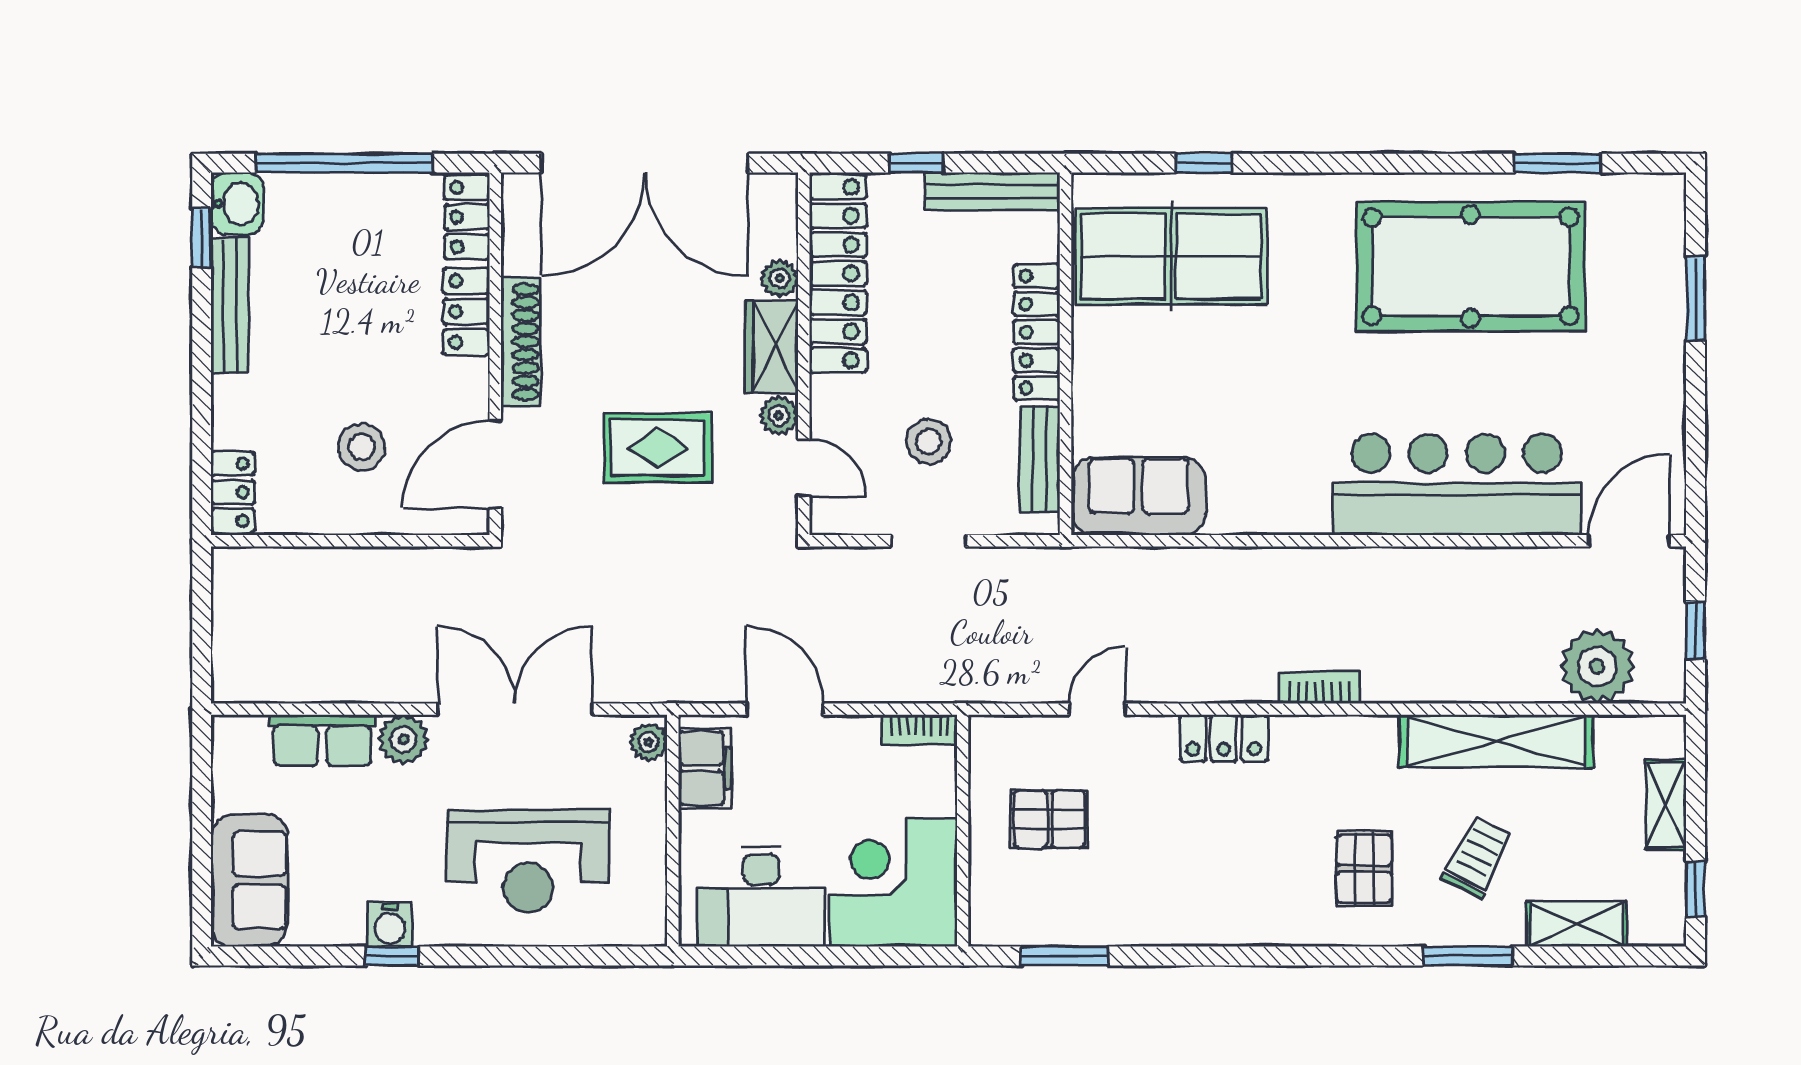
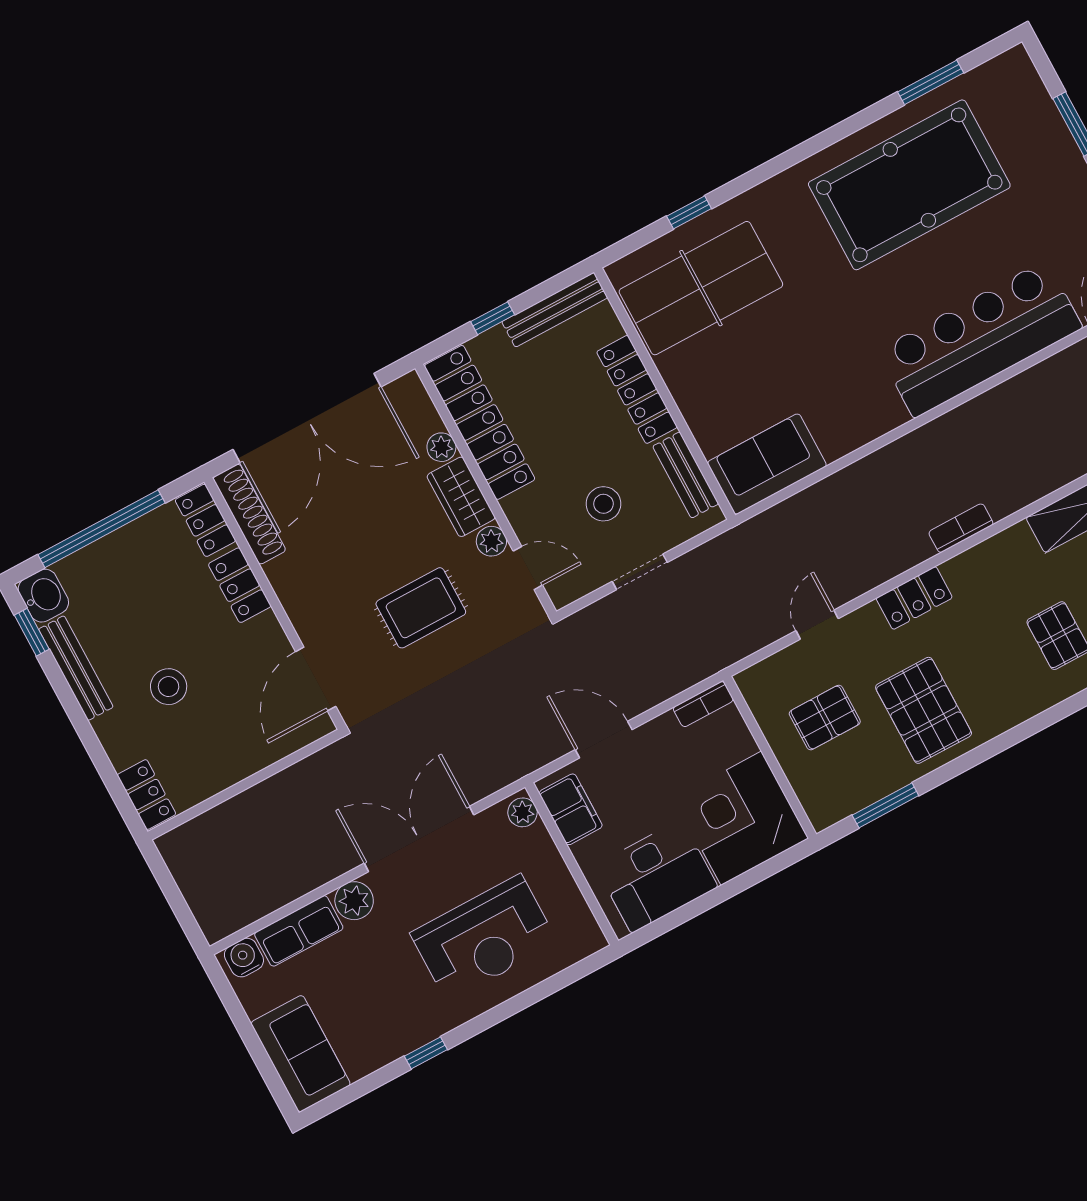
shoe rack: (521, 342) -> (249, 514), moved
stool: (362, 447) -> (169, 687), moved
pallet: (1166, 871) -> (924, 710), added
water cooler: (390, 925) -> (244, 958), moved, turned 180

